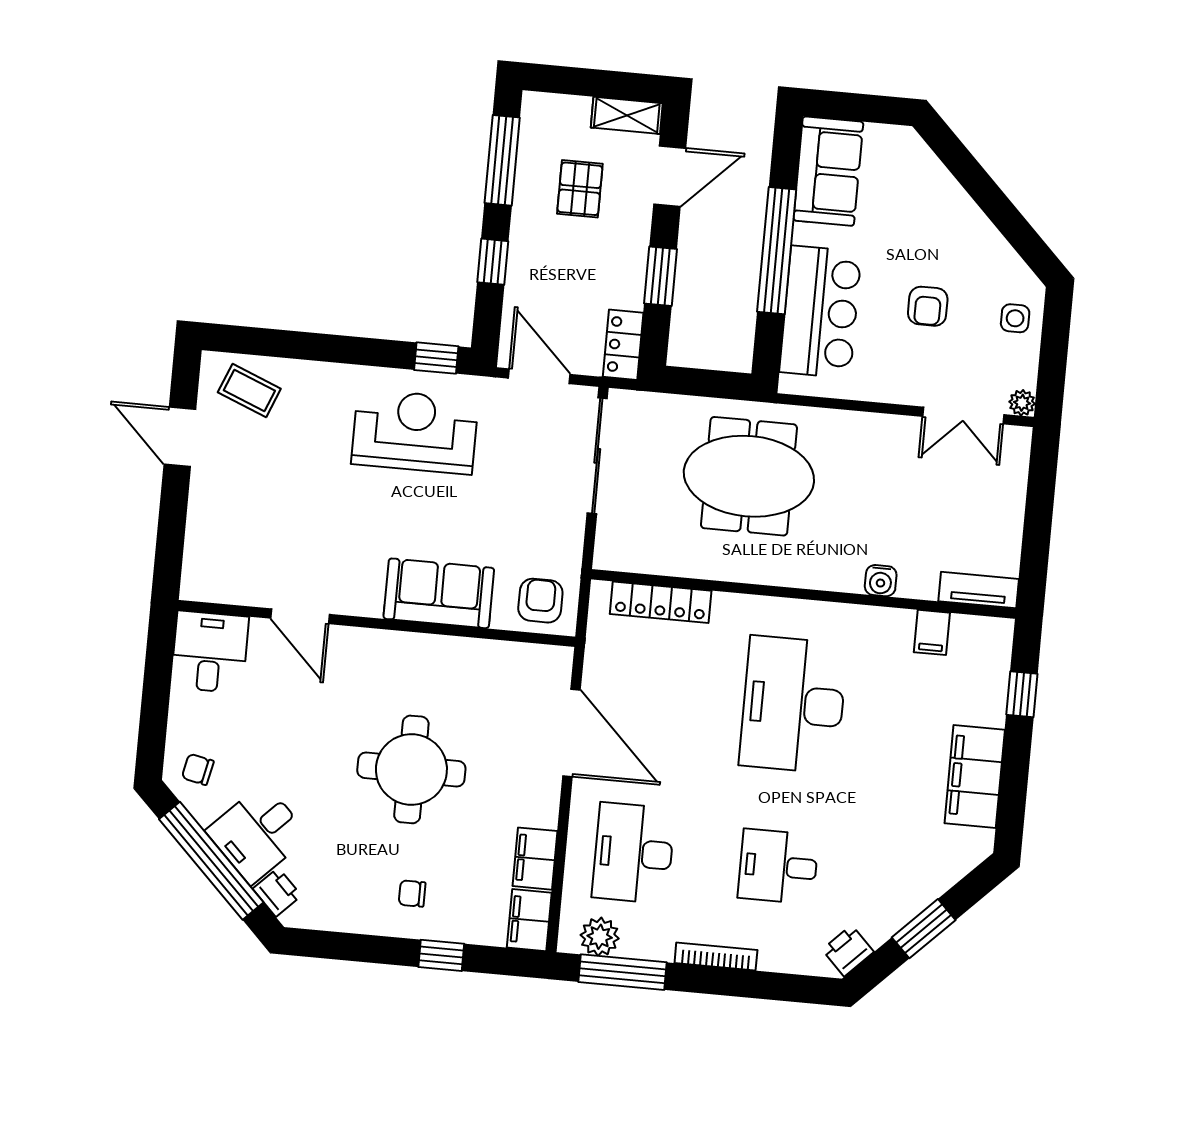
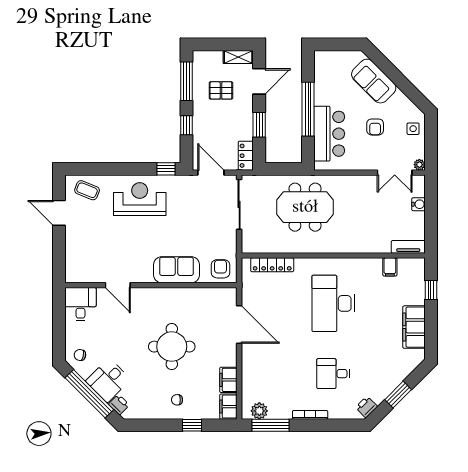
sofa: (828, 171) -> (374, 81), moved, turned 135
pallet: (580, 189) -> (221, 90), turned 90
reception desk: (415, 432) -> (140, 199), moved
water cooler: (881, 581) -> (418, 204), moved, turned -90
desk: (633, 853) -> (270, 374), removed

